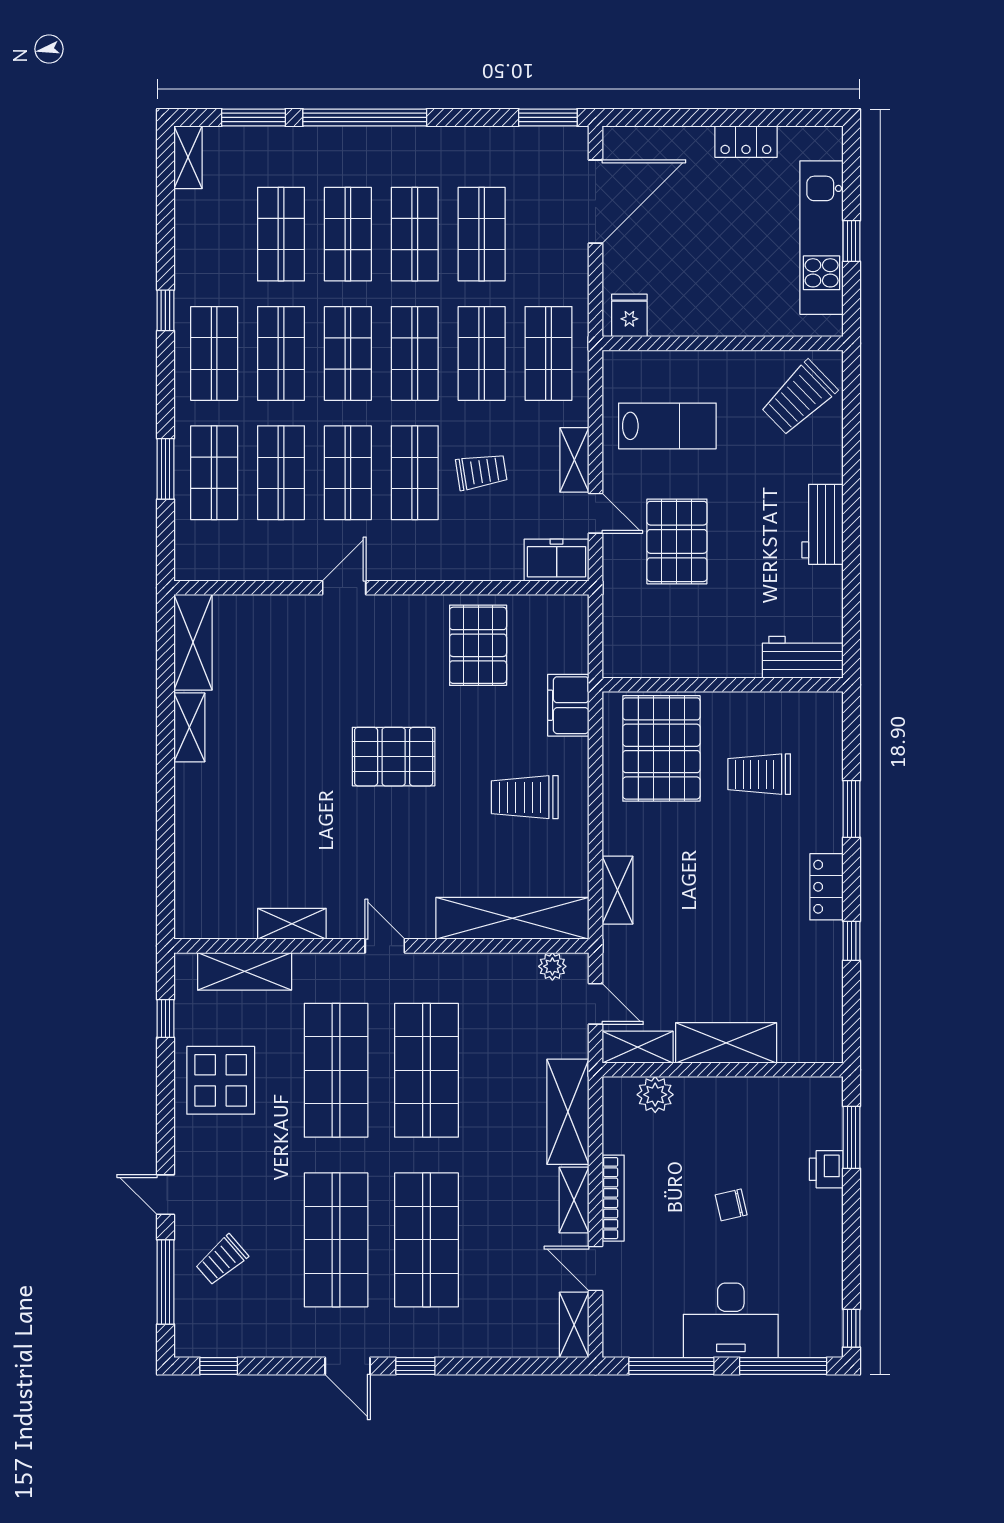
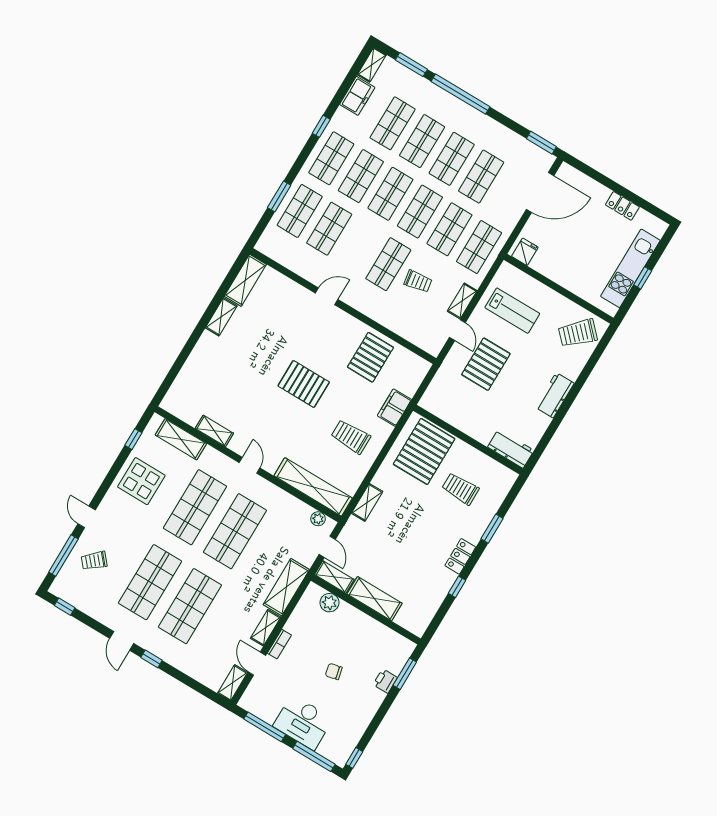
shop shelf: (348, 473) -> (359, 246), removed
freezer: (557, 560) -> (357, 96), moved, turned 90
bookcase: (613, 1198) -> (279, 644), width x0.64

